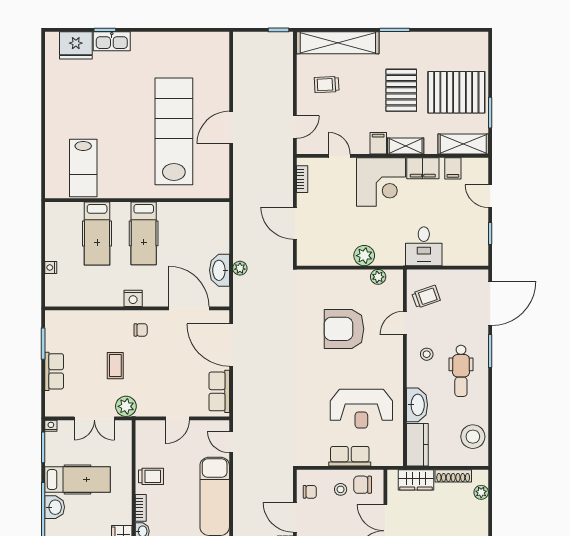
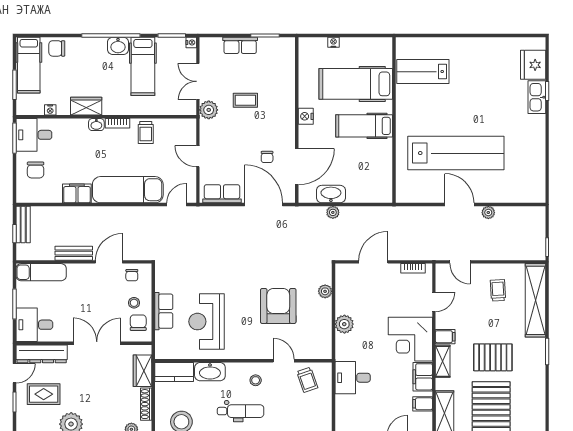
plant: (240, 95) -> (488, 212), added
hospital bed: (97, 234) -> (356, 84), width x1.37, depth x1.29
plant: (378, 277) -> (325, 291), moved
chair: (141, 330) -> (267, 157), moved
door: (231, 345) -> (264, 204), hinge flipped
dental chair: (461, 371) -> (241, 411), turned 180

